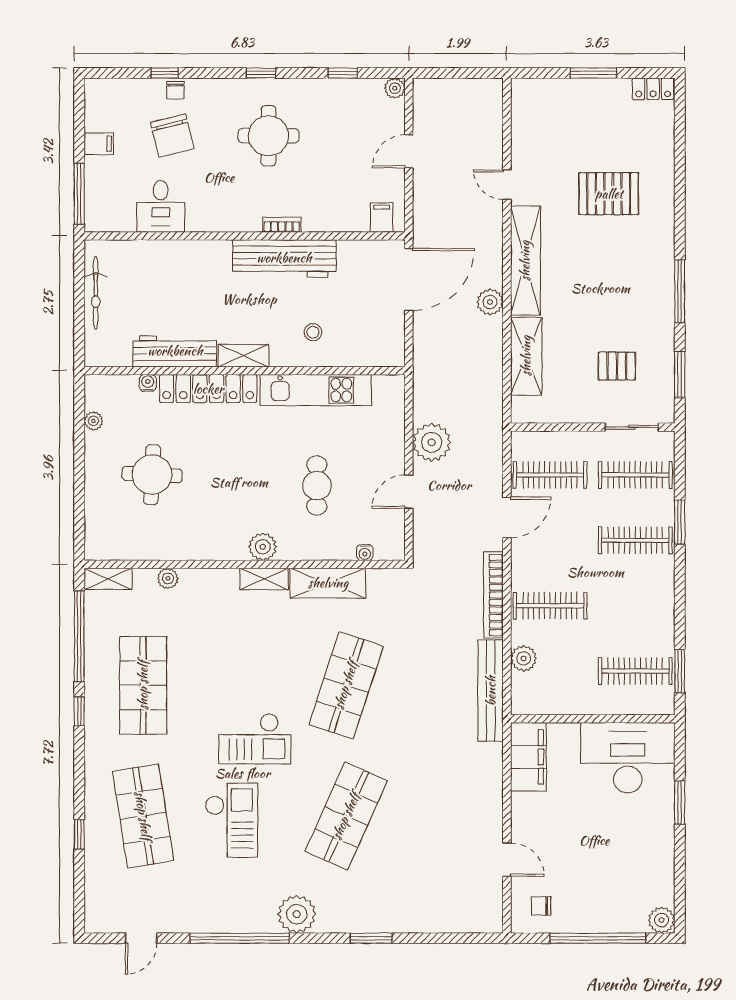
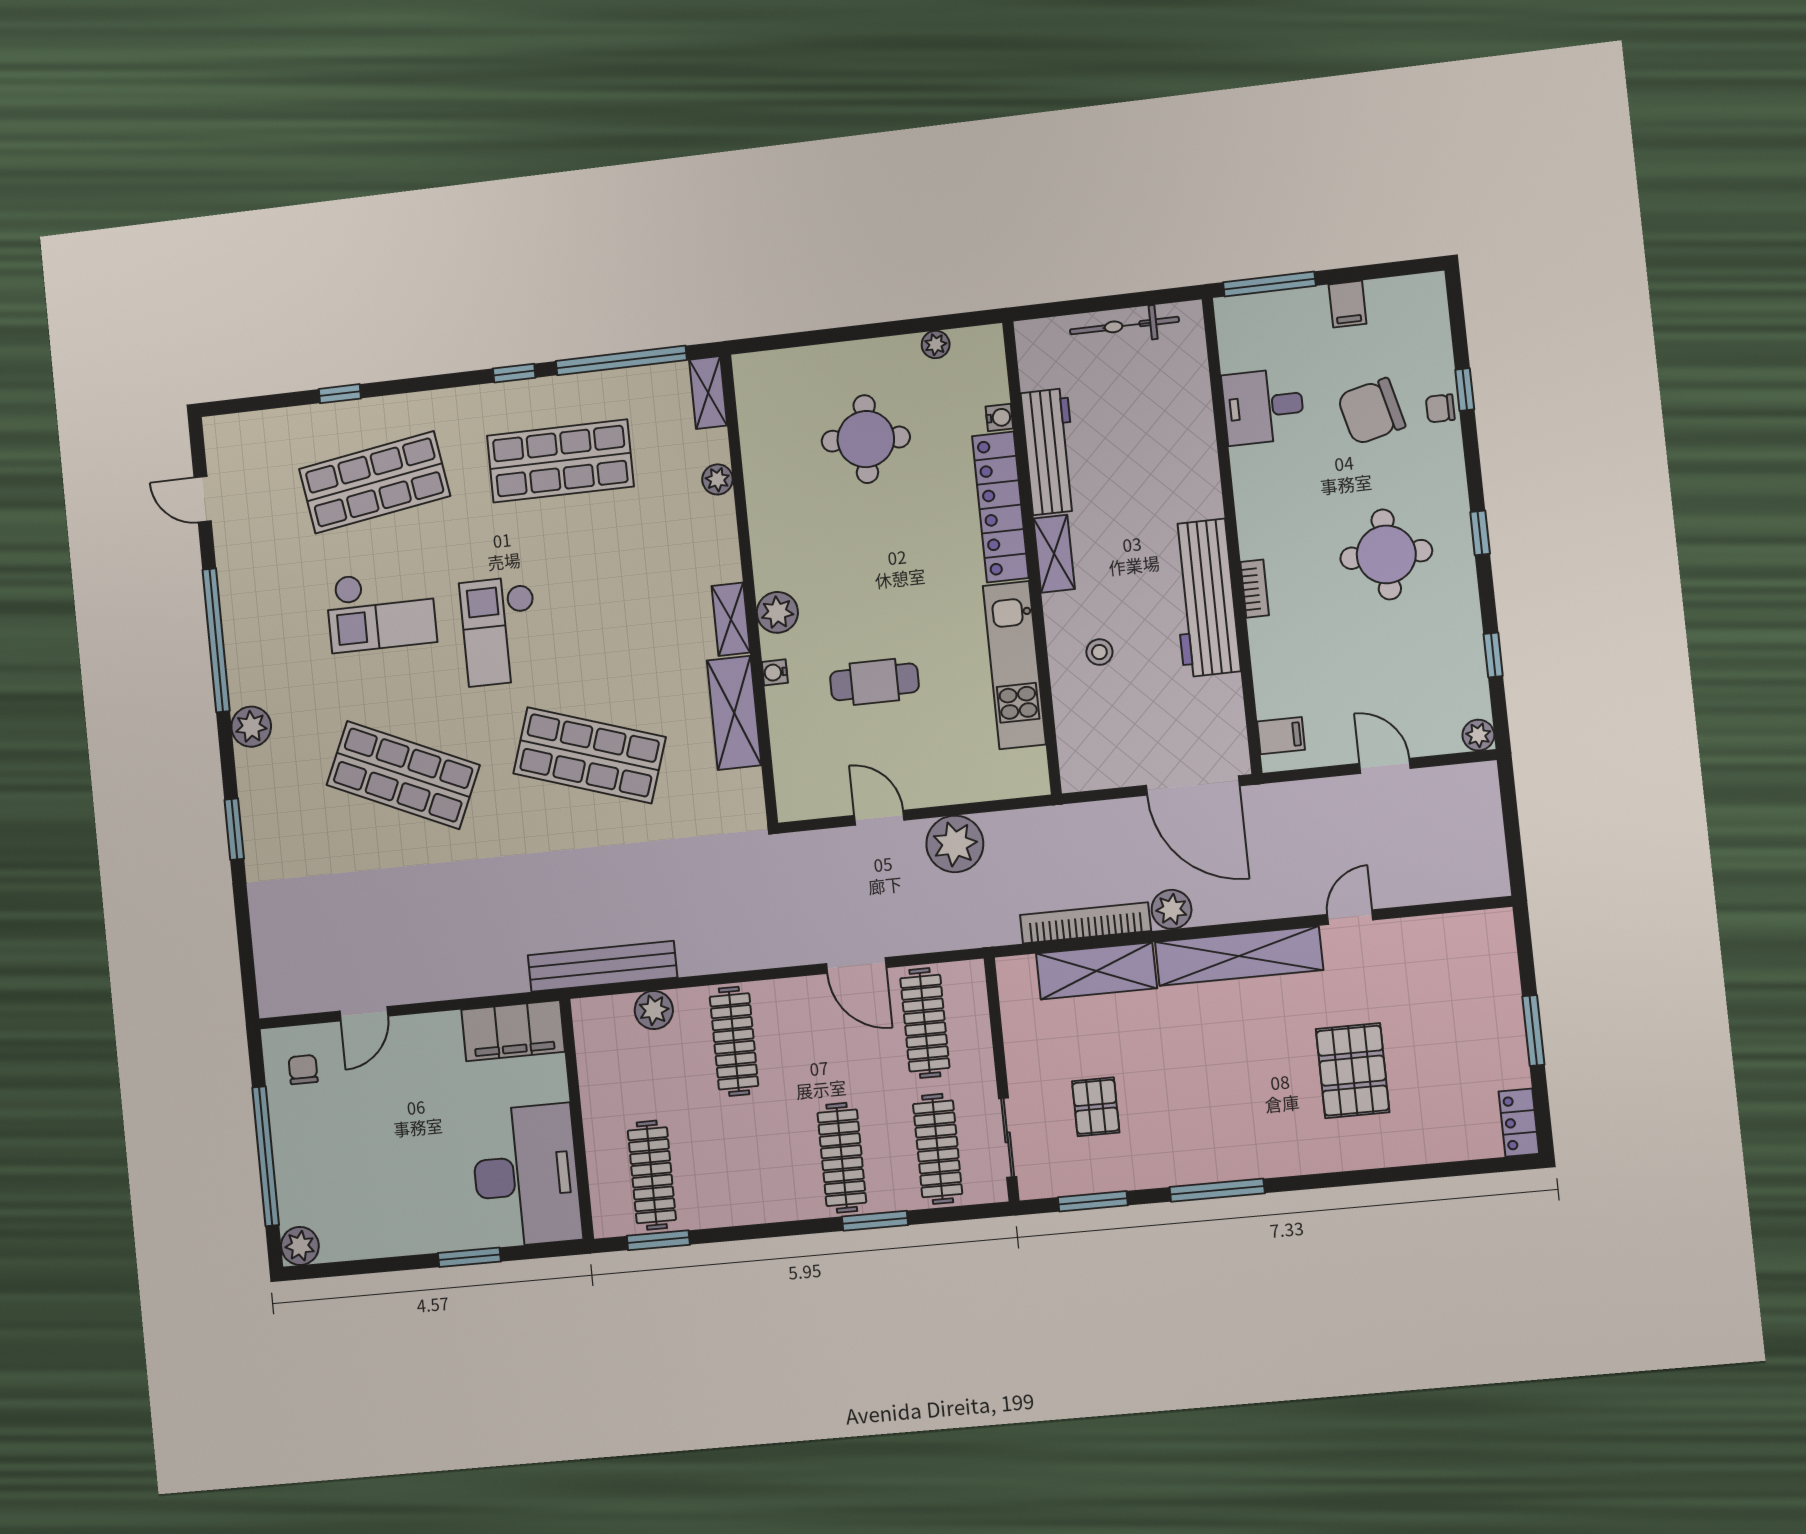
water cooler: (365, 553) -> (775, 672), moved
bookcase: (493, 595) -> (1085, 923), moved
plant: (297, 914) -> (251, 727), width x0.73, depth x0.73

